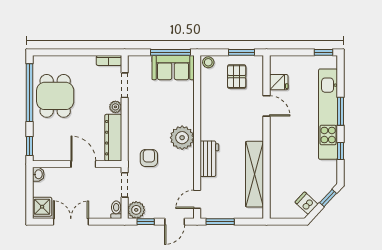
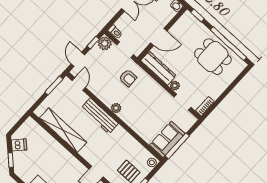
plant: (182, 138) -> (116, 108), width x0.53, depth x0.53
workbench: (209, 159) -> (100, 116), width x1.37

